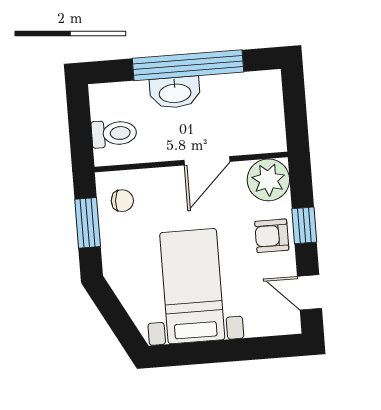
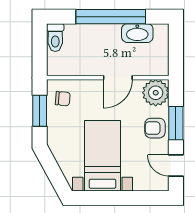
washbasin: (175, 92) -> (137, 33), moved
toilet: (114, 133) -> (55, 38), moved, turned 90
window: (304, 225) -> (176, 123), width x1.50

